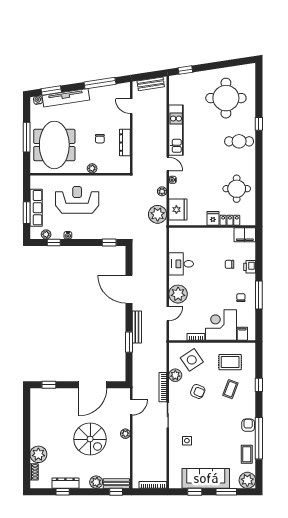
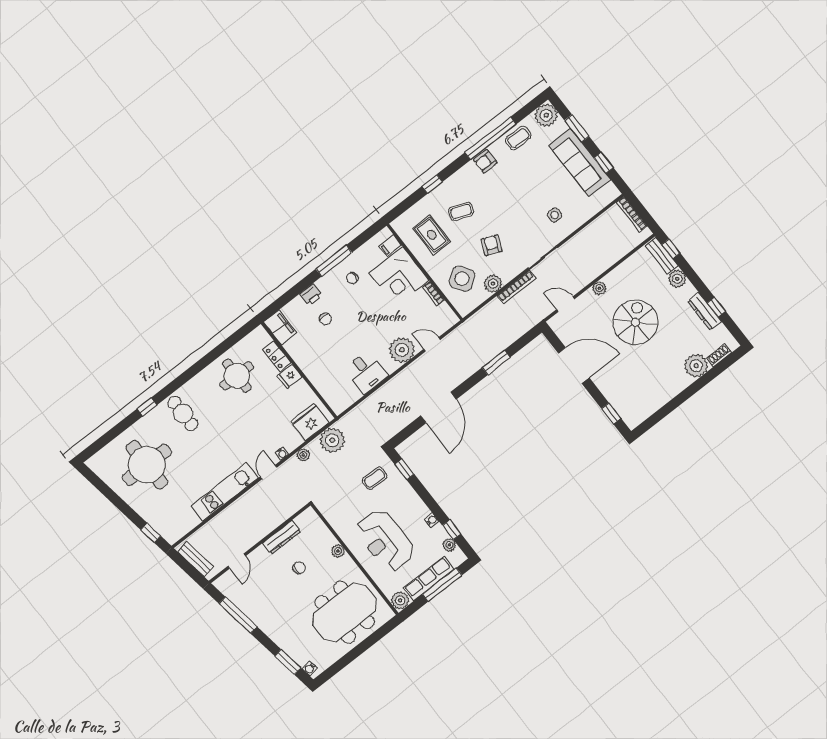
tv unit: (66, 98) -> (283, 640), removed
window: (27, 137) -> (360, 649), removed
plant: (36, 182) -> (400, 600), added
window: (27, 213) -> (442, 585), width x1.44
coffee table: (117, 221) -> (375, 478), added
bench: (137, 327) -> (473, 367), removed

